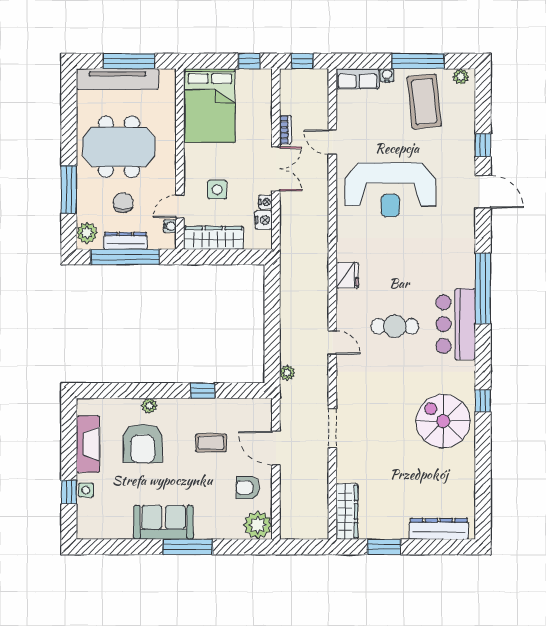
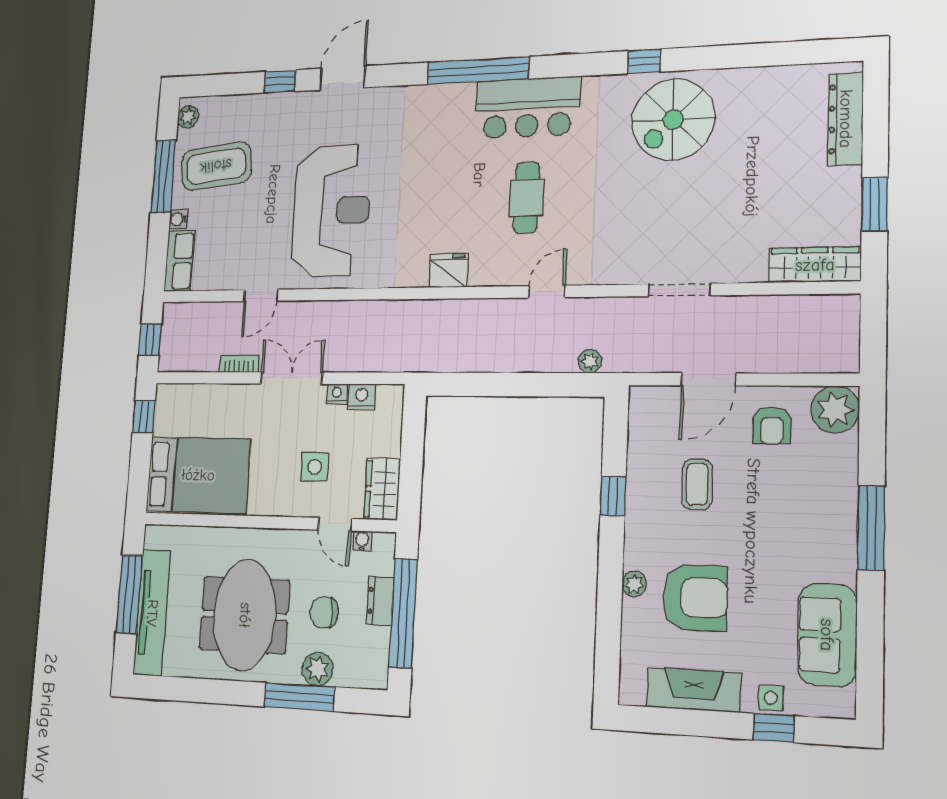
plant: (87, 233) -> (318, 669), moved
wardrobe: (214, 238) -> (382, 489), width x0.67
dresser: (125, 241) -> (380, 601), width x0.70
sofa: (163, 522) -> (827, 635), moved

